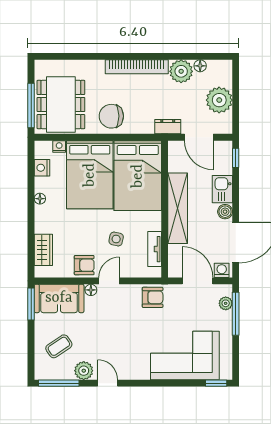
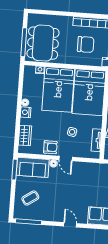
chair: (111, 116) -> (86, 44), moved, turned 180
nightstand: (42, 168) -> (26, 112), moved
door: (109, 281) -> (66, 158), swing flipped
armchair: (153, 297) -> (93, 171), removed
plant: (84, 371) -> (45, 215), removed
door: (108, 383) -> (70, 225), moved

